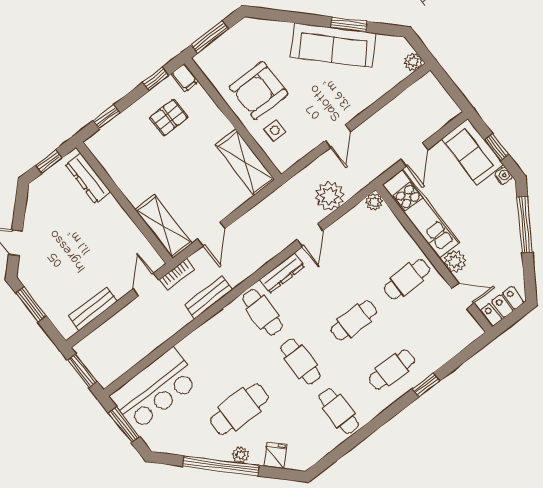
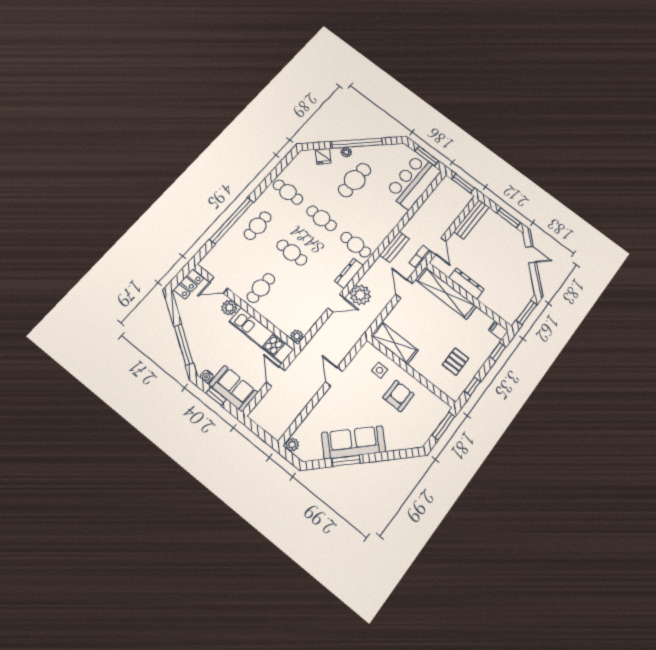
filing cabinet: (185, 78) -> (498, 330), moved
armchair: (259, 90) -> (398, 396), width x0.73, depth x0.73
window: (49, 162) -> (526, 312), width x1.50
dresser: (88, 178) -> (466, 284), moved
plant: (330, 196) -> (360, 295), moved
shelving: (164, 226) -> (446, 293), width x1.47
door: (310, 235) -> (336, 303), swing flipped
bench: (93, 308) -> (471, 219), width x1.36
cafe table: (354, 320) -> (292, 253), turned 90
window: (426, 385) -> (232, 221), width x3.17

